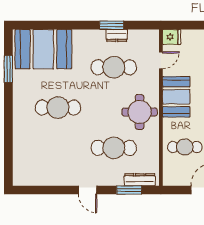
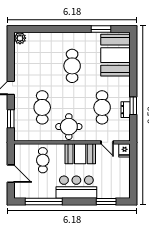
plant: (21, 178) -> (20, 38), added
dresser: (140, 180) -> (19, 127), removed

